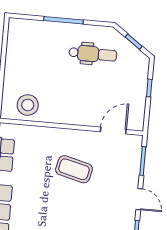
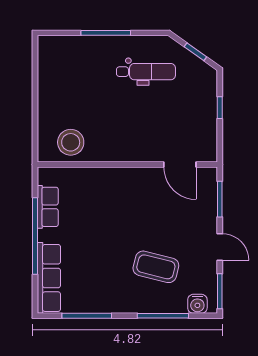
door: (113, 131) -> (180, 165), swing flipped
coffee table: (74, 169) -> (156, 267), moved

